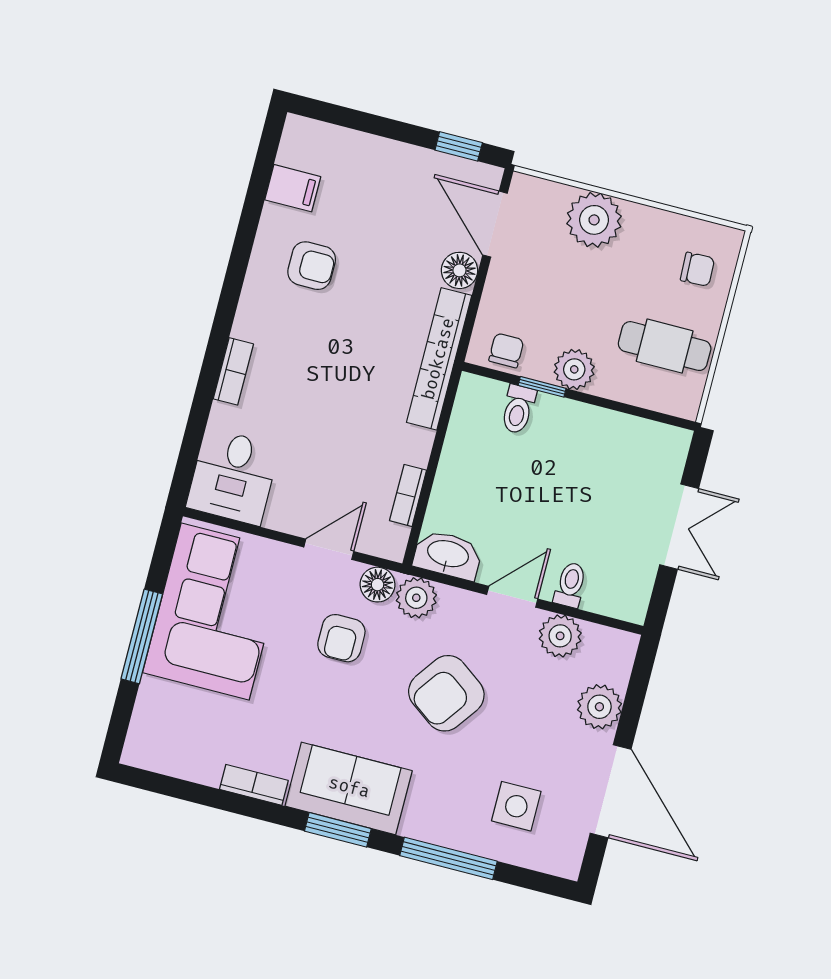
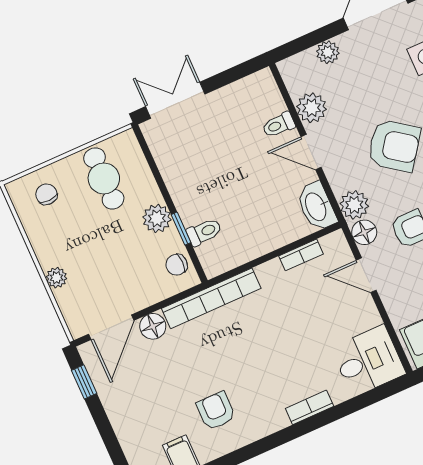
plant: (594, 220) -> (56, 278), width x0.53, depth x0.53
double door: (679, 527) -> (175, 100), moved
plant: (599, 707) -> (328, 52), width x0.73, depth x0.73

